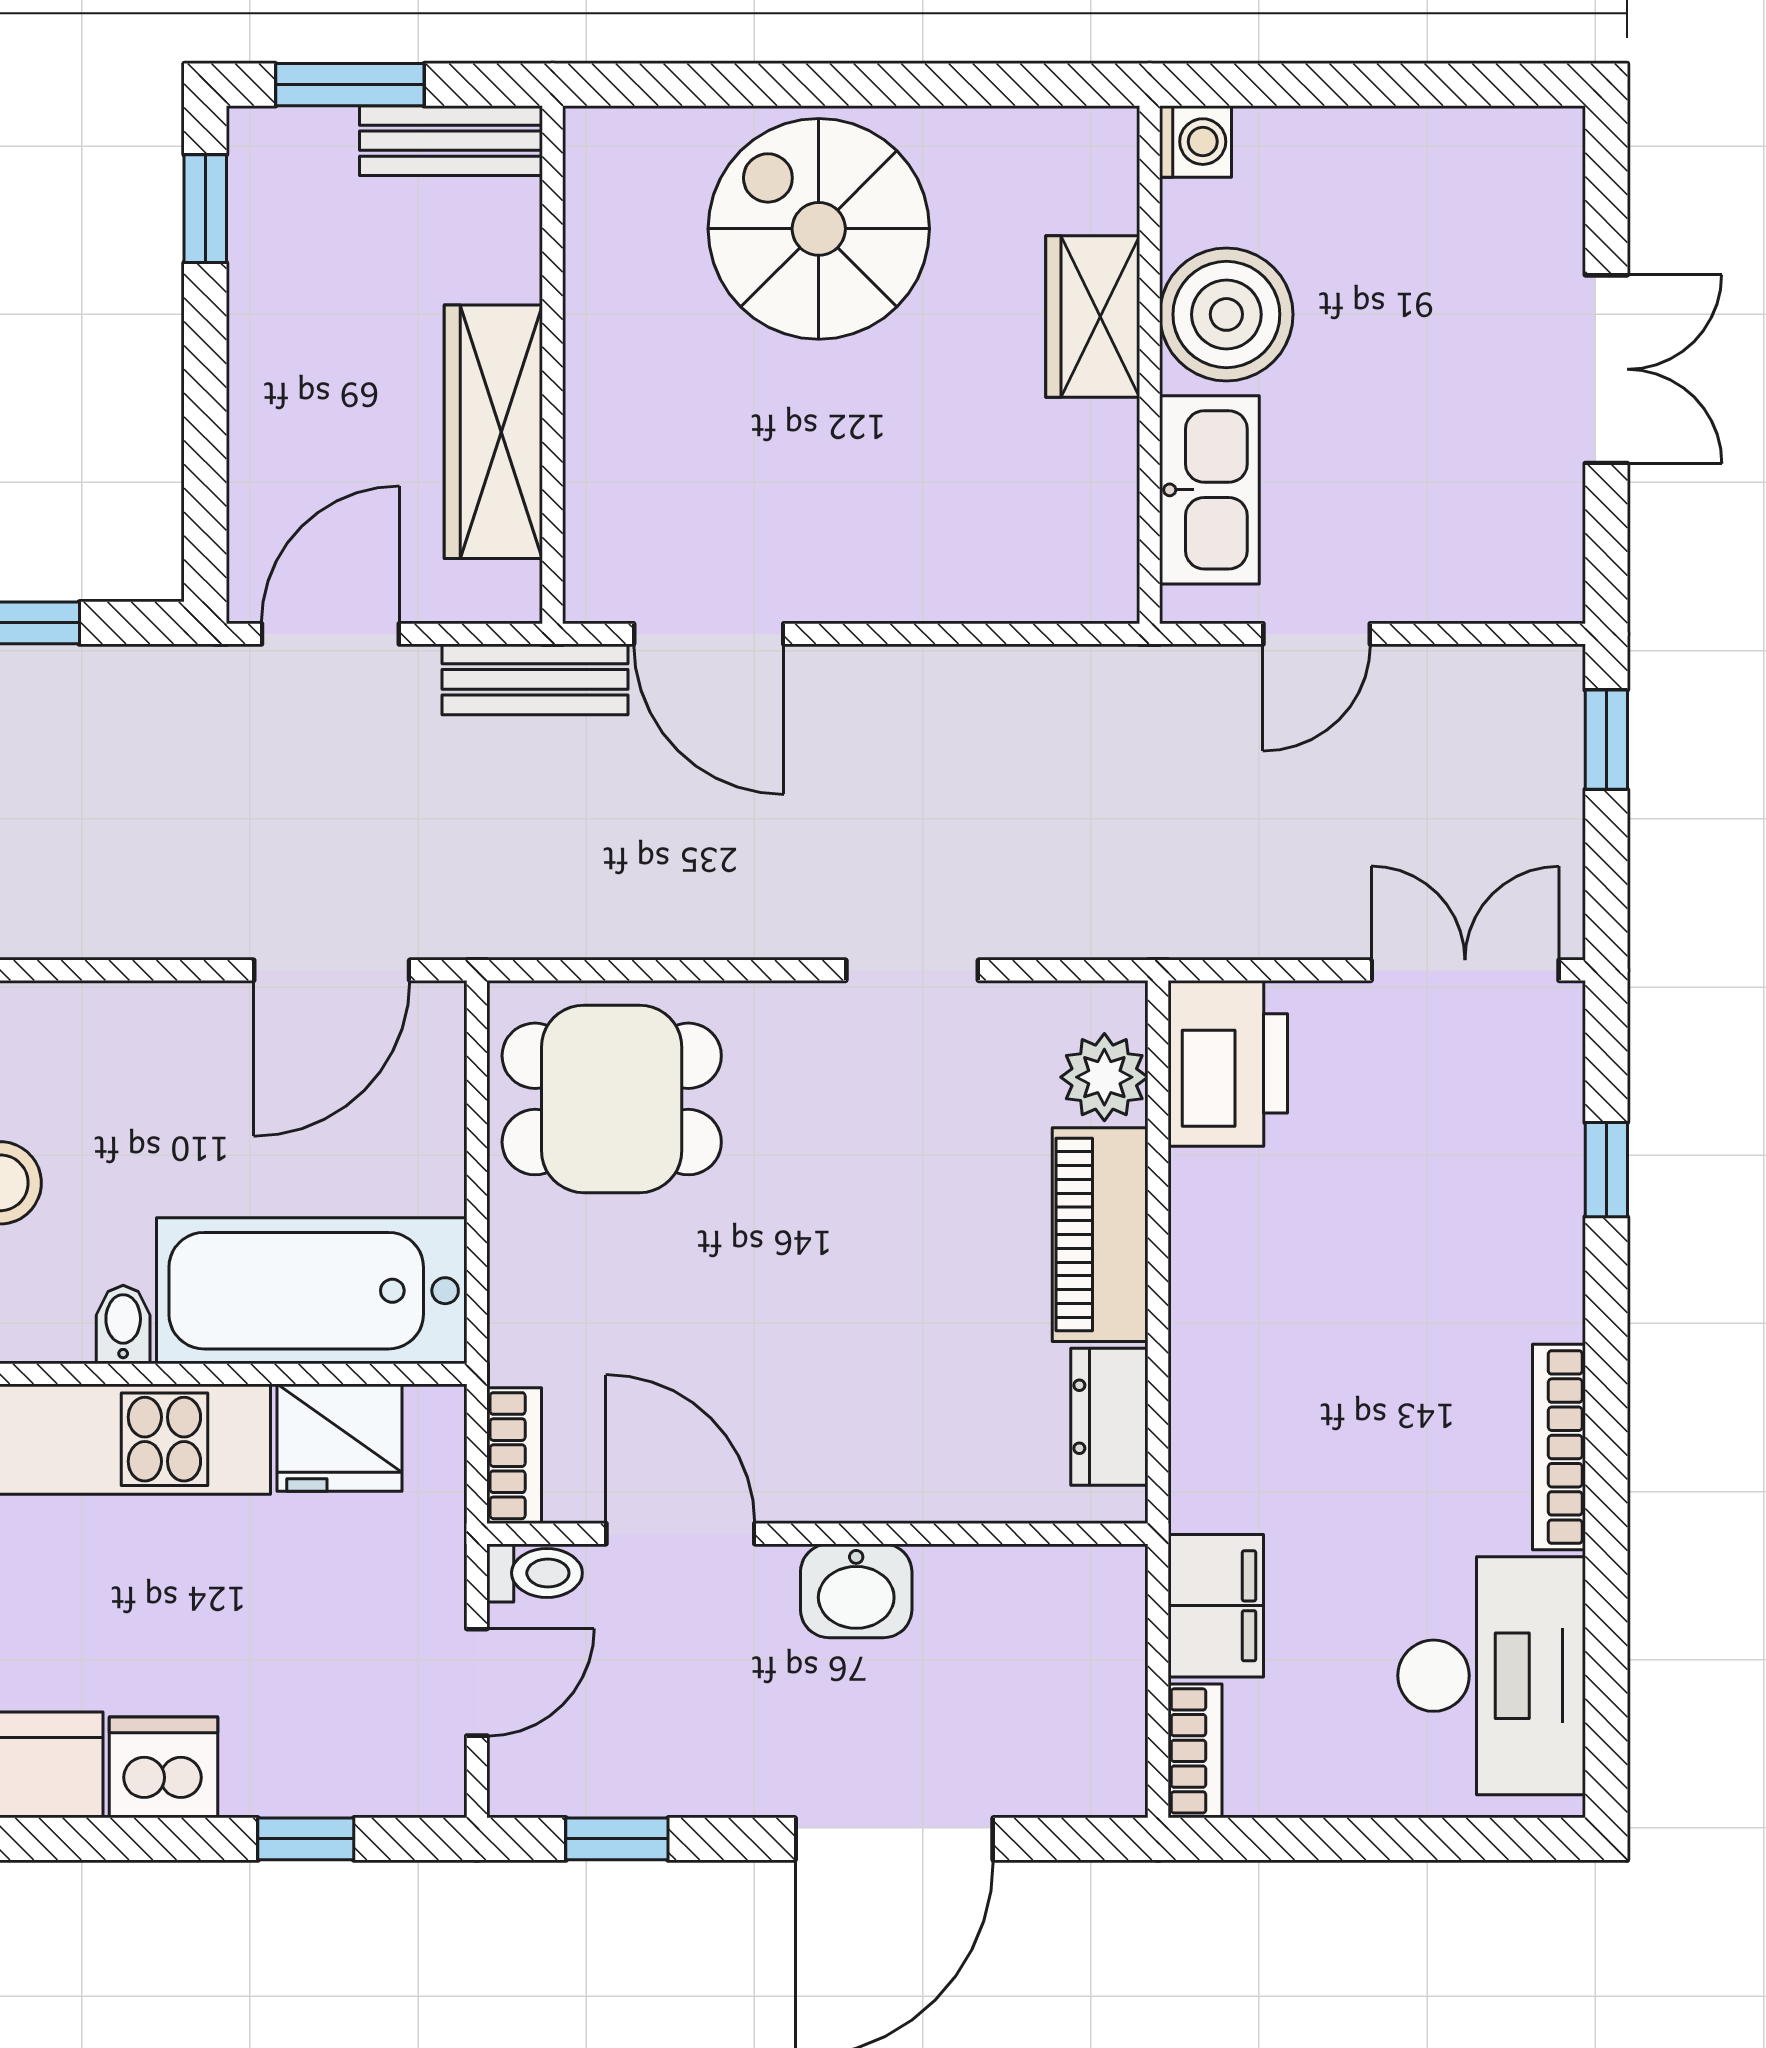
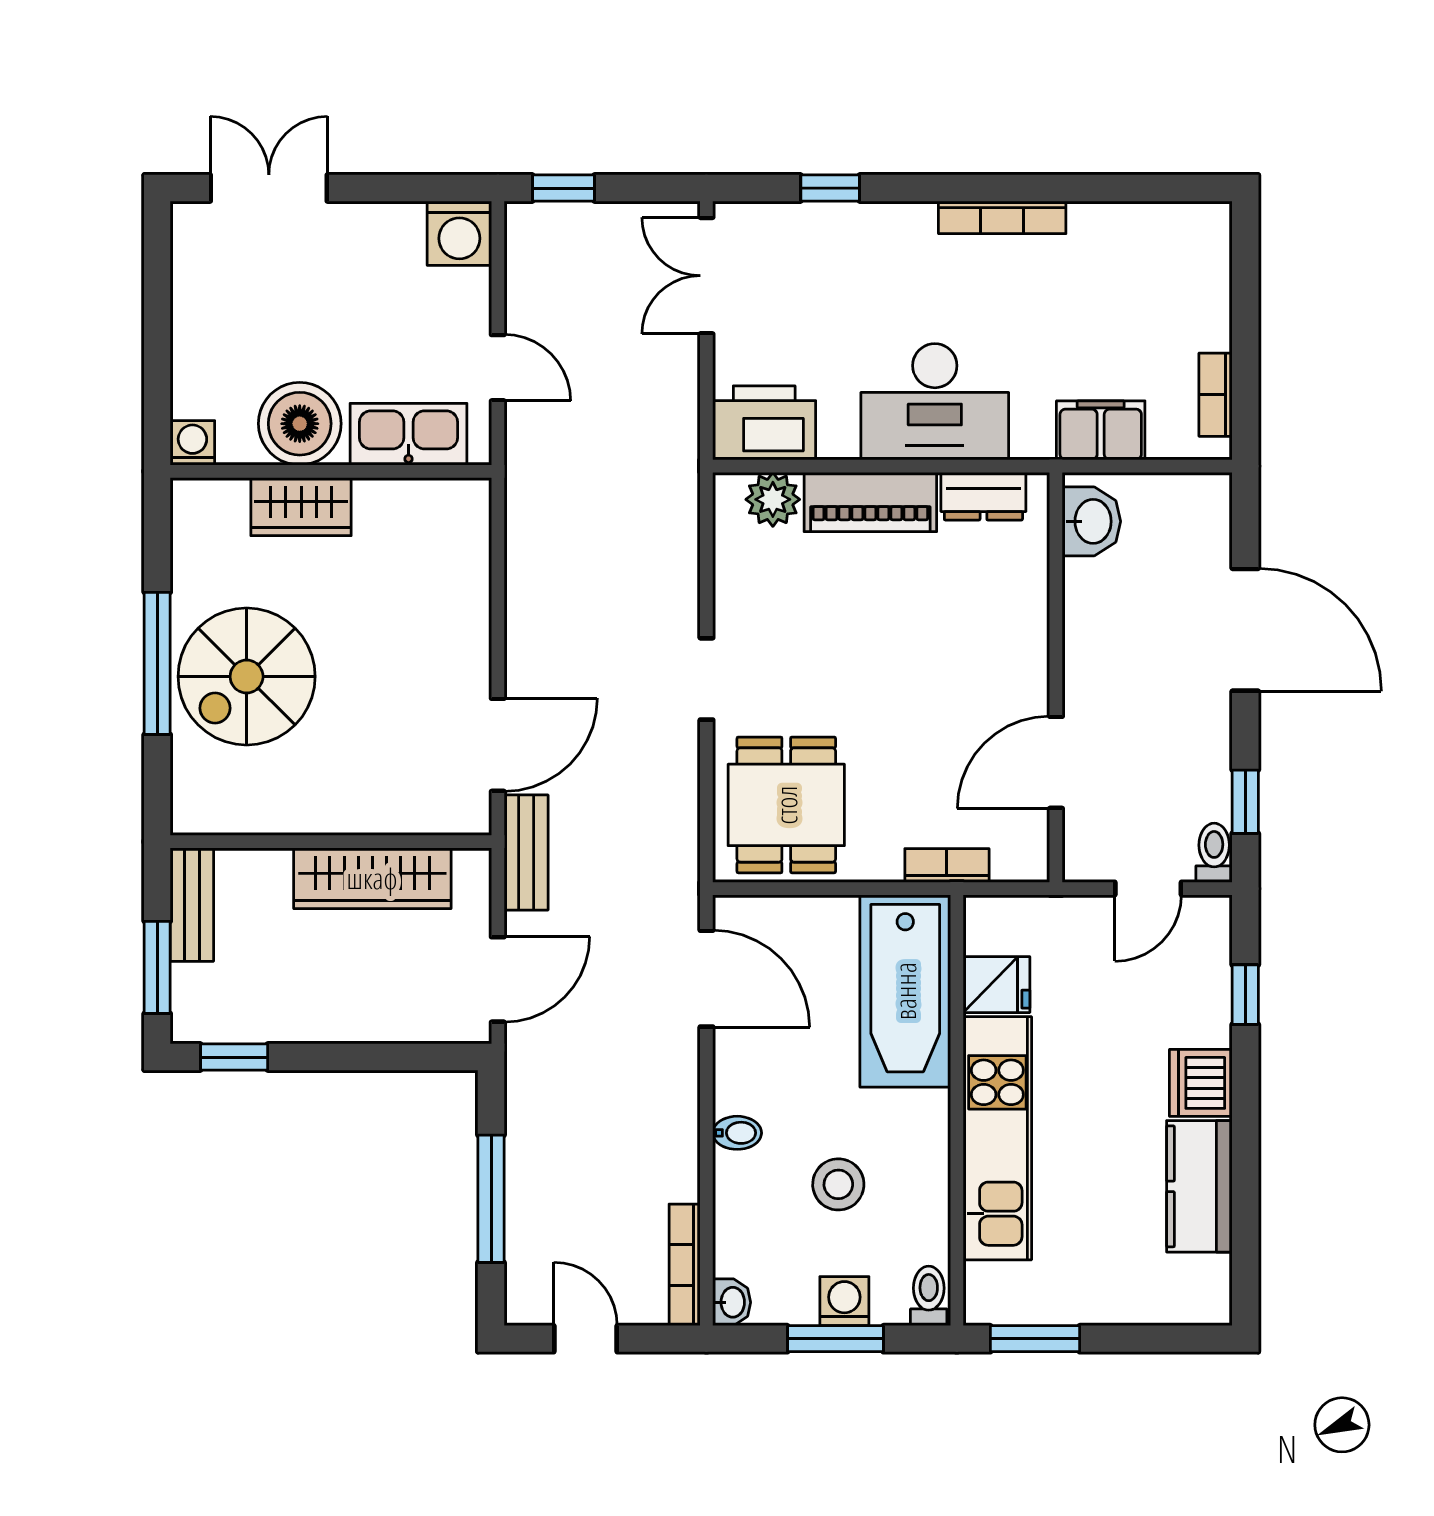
window: (840, 85) -> (157, 663), added
double door: (1606, 369) -> (269, 188), moved
washing machine: (1533, 572) -> (459, 233), added
door: (330, 634) -> (498, 979), swing flipped
doorway: (912, 970) -> (706, 679), moved
bidet: (123, 1324) -> (737, 1133), moved, turned 180
fridge: (339, 1438) -> (996, 985), width x0.72
bookcase: (514, 1456) -> (947, 865), moved
toilet: (535, 1573) -> (1214, 853), moved
washbasin: (856, 1591) -> (1091, 521), moved
desk: (1492, 1676) -> (935, 402), moved, turned 180
door: (477, 1682) -> (1148, 889), swing flipped
bookcase: (1195, 1751) -> (1216, 395), moved, turned -90

